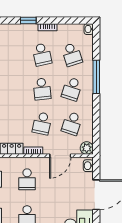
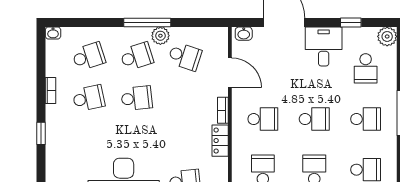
window: (28, 20) -> (41, 133), moved
window: (96, 77) -> (147, 22), moved
school desk: (72, 89) -> (137, 56), turned -36
school desk: (42, 123) -> (185, 98), removed
plant: (87, 148) -> (160, 36), moved

